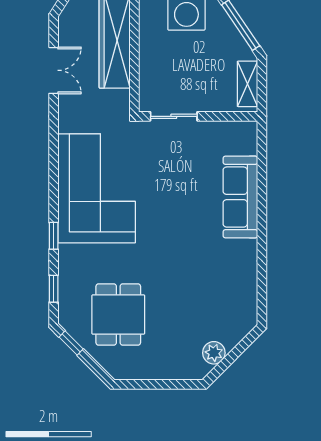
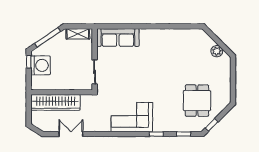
corner sofa: (97, 188) -> (132, 117), width x0.73, depth x0.74
sofa: (240, 197) -> (118, 38), moved
dining table: (118, 315) -> (197, 101), turned 90

